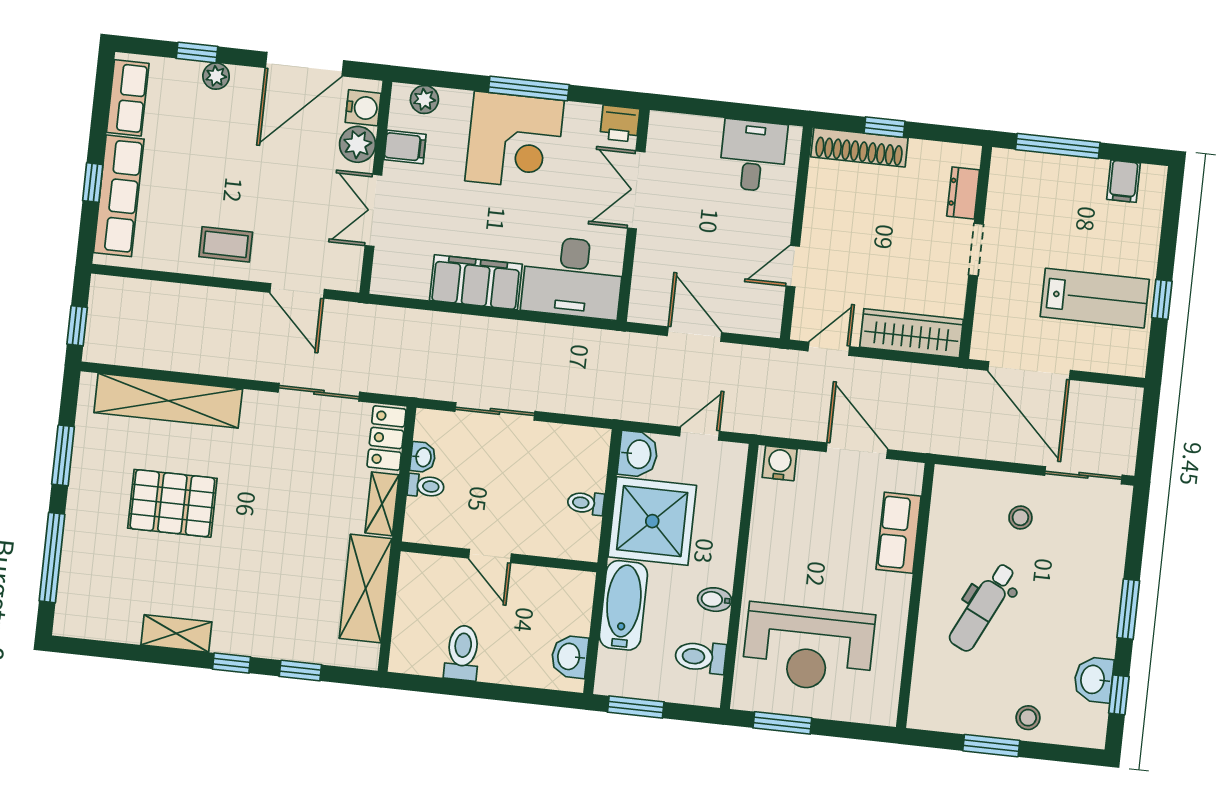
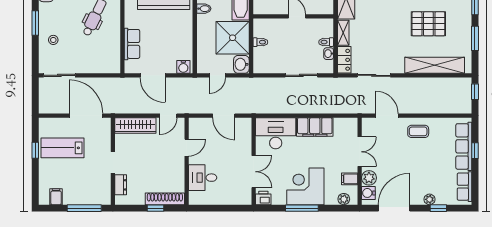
desk: (753, 156) -> (203, 178), moved, turned 90
stool: (1020, 517) -> (53, 40), moved

